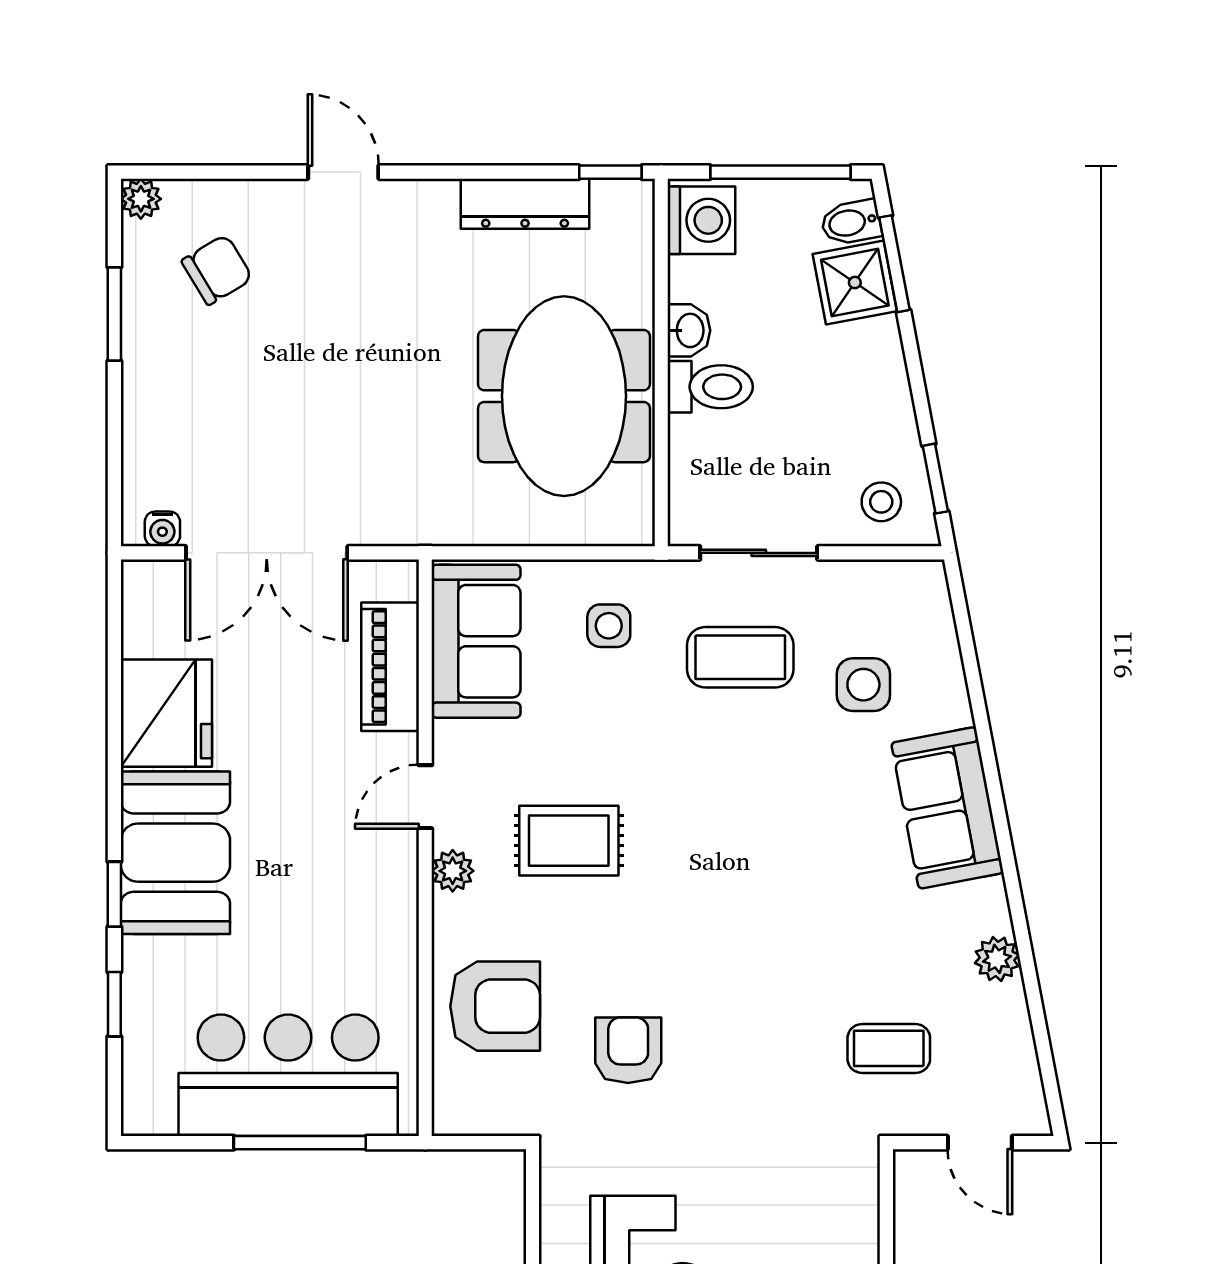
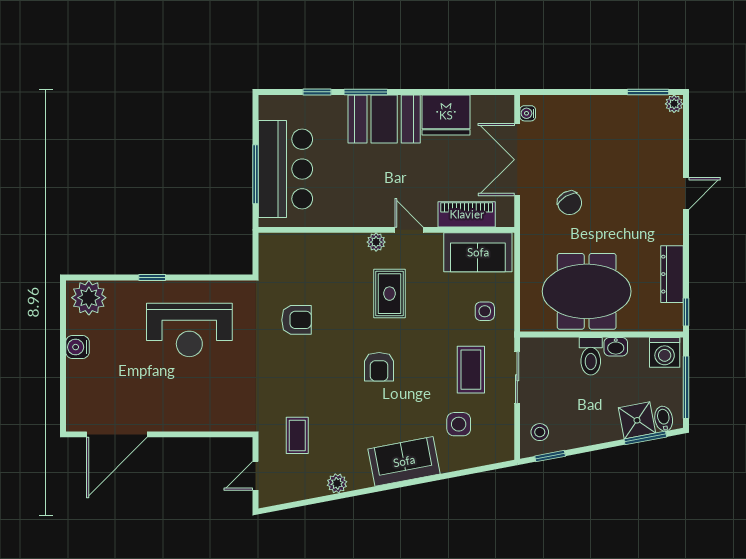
chair: (217, 270) -> (570, 203), moved
window: (114, 314) -> (648, 92), moved
window: (114, 894) -> (366, 92), width x1.50
armchair: (495, 1006) -> (379, 367), moved, width x0.72, depth x0.72

